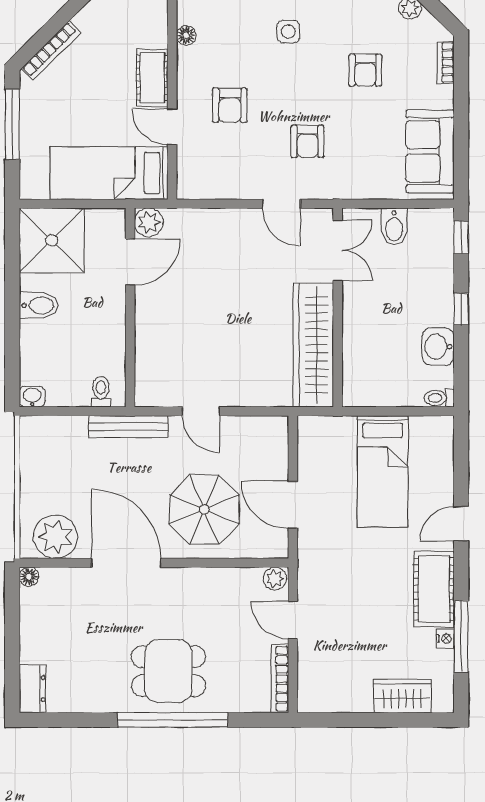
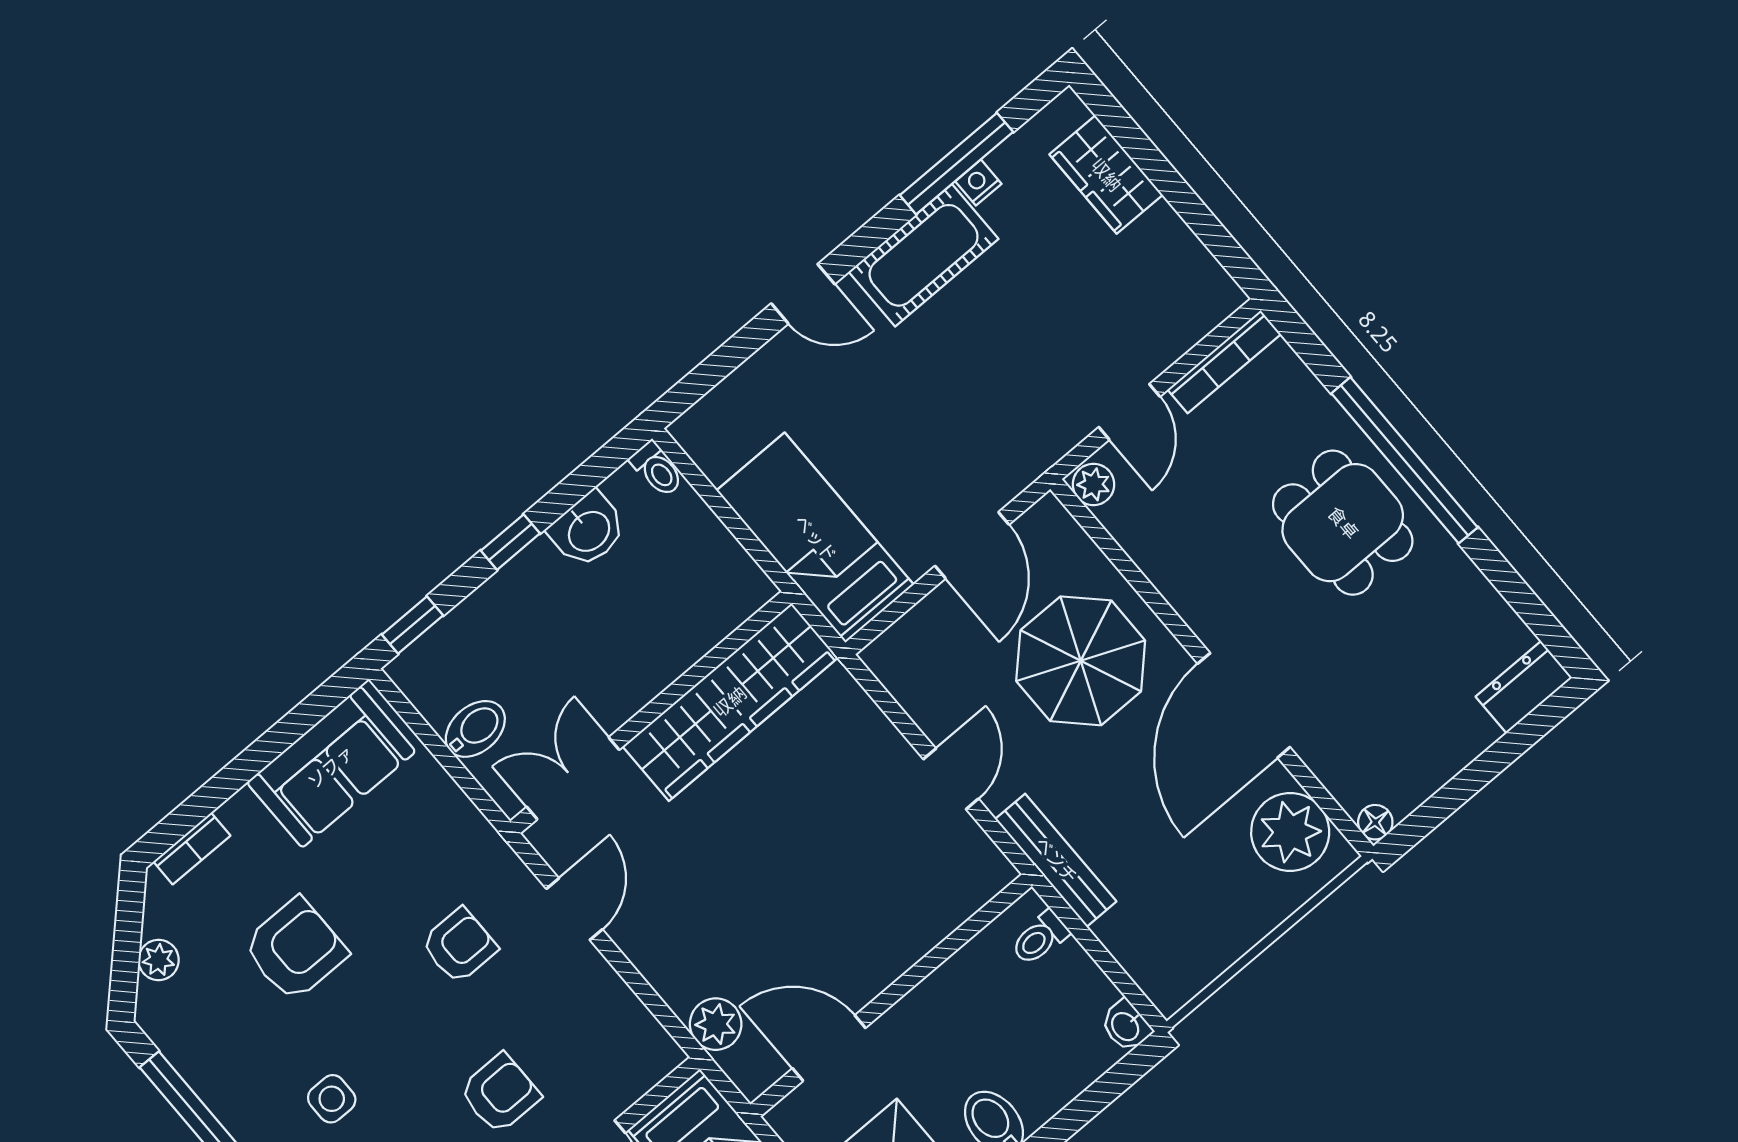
armchair: (365, 70) -> (295, 949), width x1.38, depth x1.38
plant: (149, 222) -> (716, 1024), moved
bed: (383, 471) -> (815, 538), moved, turned -90

